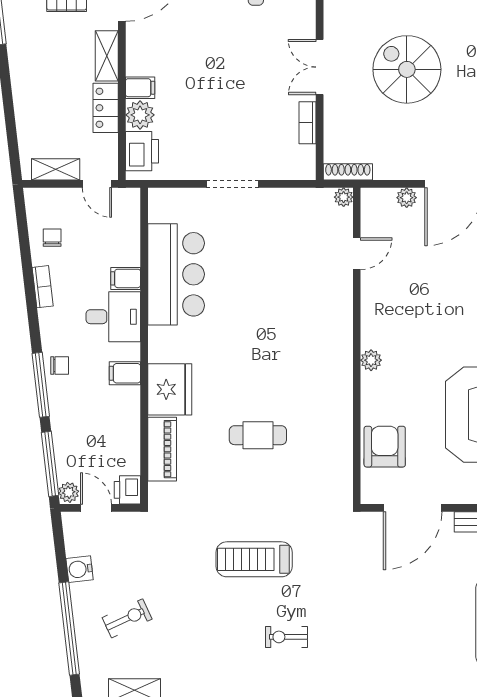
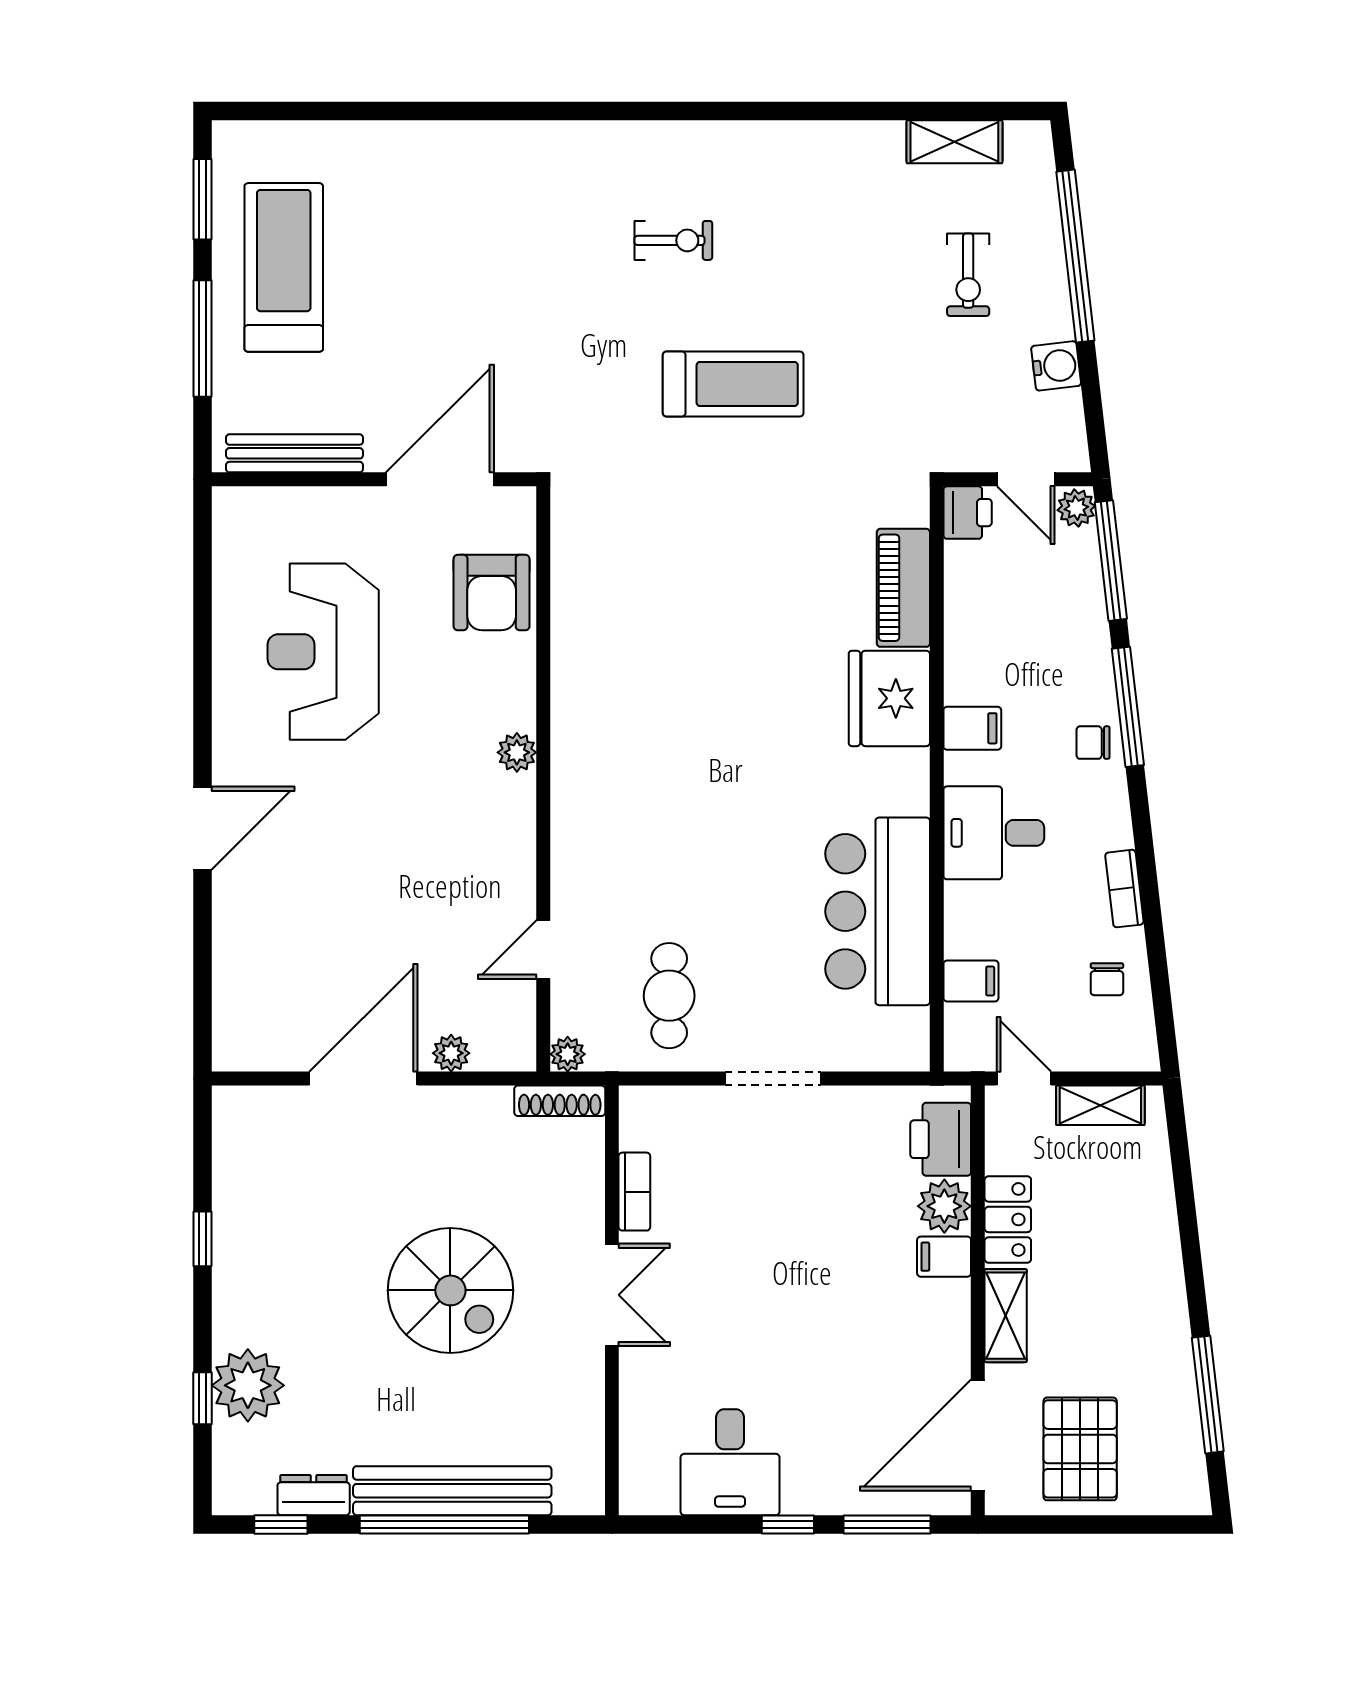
filing cabinet: (126, 278) -> (971, 981), moved
cafe table: (258, 435) -> (669, 996), moved, turned 90
exercise bike: (127, 618) -> (968, 275), turned -65

